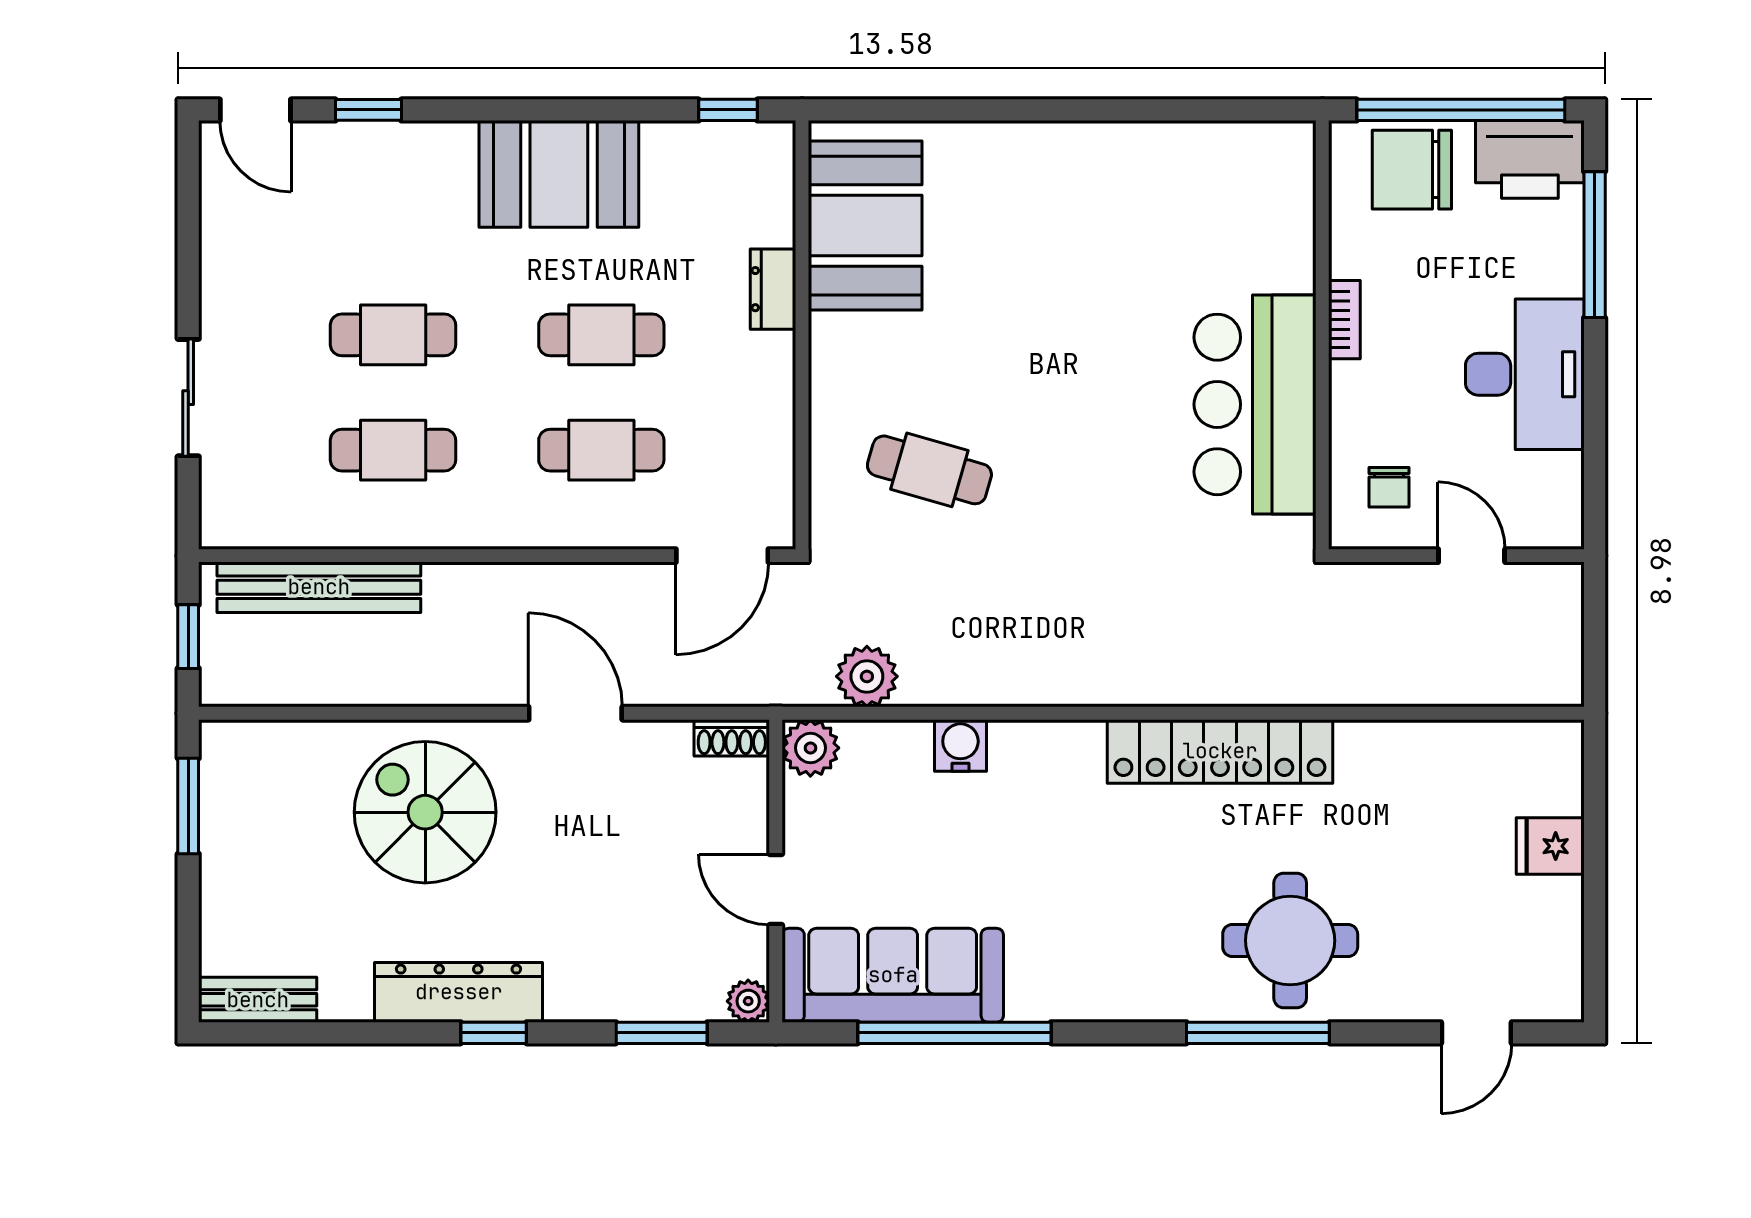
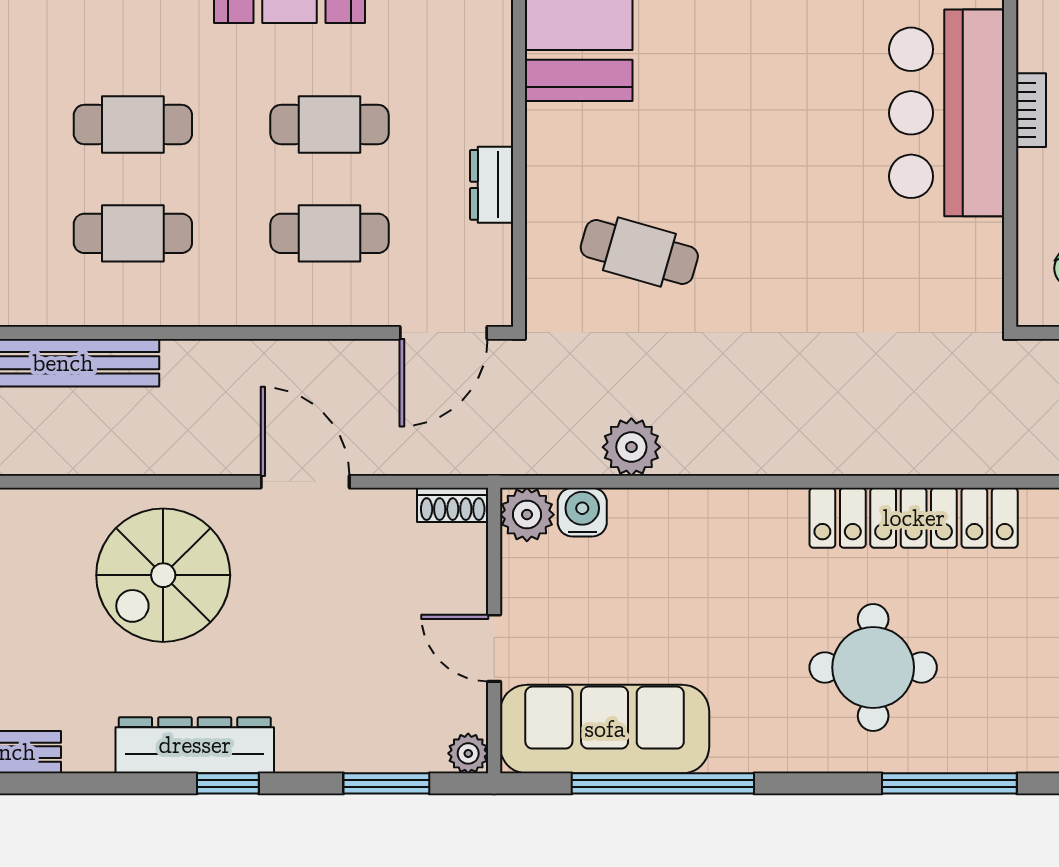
dresser: (773, 289) -> (492, 185), moved
bar counter: (1255, 404) -> (947, 113), moved
plant: (867, 676) -> (631, 447), moved
water cooler: (960, 745) -> (582, 512), moved
spiral stairs: (425, 812) -> (163, 575), turned -90
round table: (1290, 940) -> (873, 667), moved

